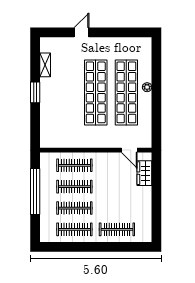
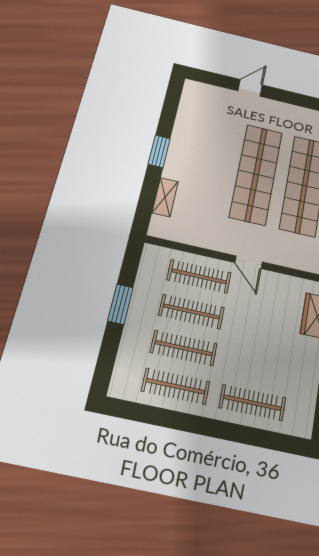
shelving: (45, 65) -> (165, 197), moved
door: (129, 150) -> (249, 262), moved
window: (35, 191) -> (120, 304), width x0.47

